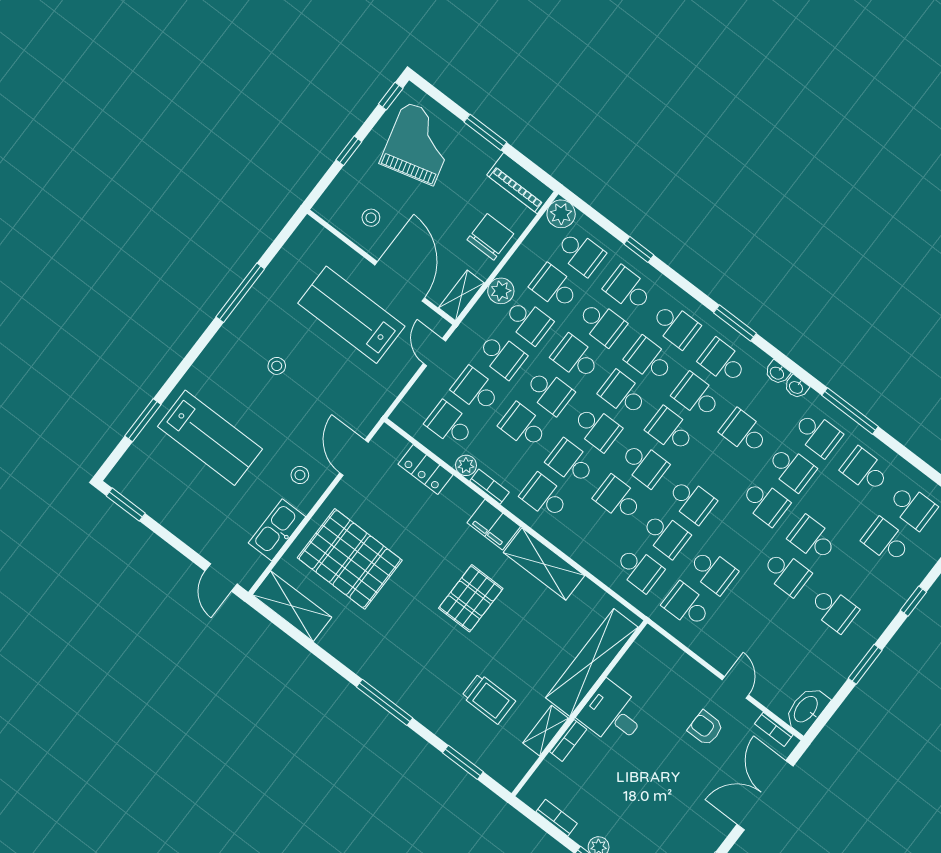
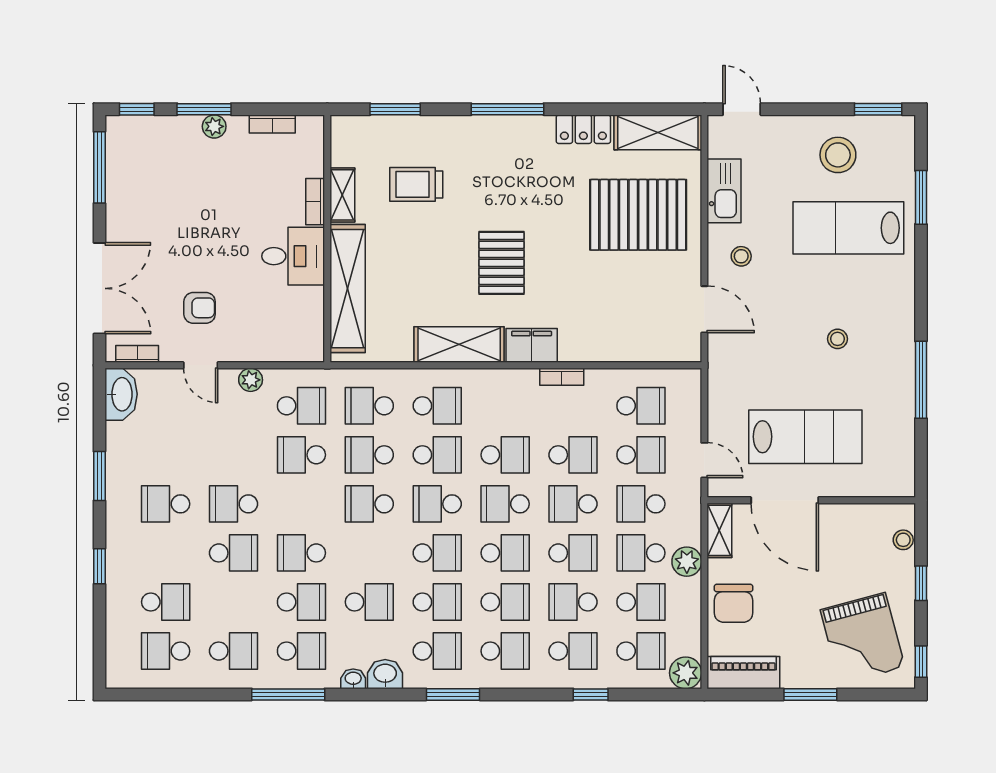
stool: (371, 218) -> (903, 540), moved
school desk: (581, 253) -> (641, 651), turned 180
school desk: (675, 325) -> (505, 651), turned 180
washbasin: (777, 373) -> (385, 674), width x1.38, depth x1.45
school desk: (818, 434) -> (301, 651), turned 180
plant: (466, 465) -> (251, 380), moved
school desk: (791, 468) -> (301, 602), turned 180
locker: (425, 470) -> (583, 129), moved, turned 180
stool: (178, 494) -> (838, 155), added
school desk: (544, 497) -> (437, 406), moved

